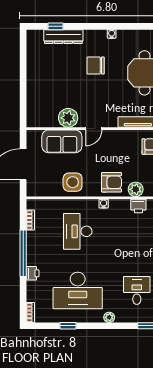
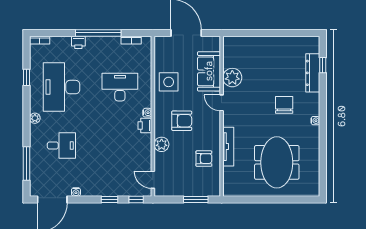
armchair: (111, 182) -> (182, 121), moved, turned -90
printer: (138, 206) -> (145, 126), moved

